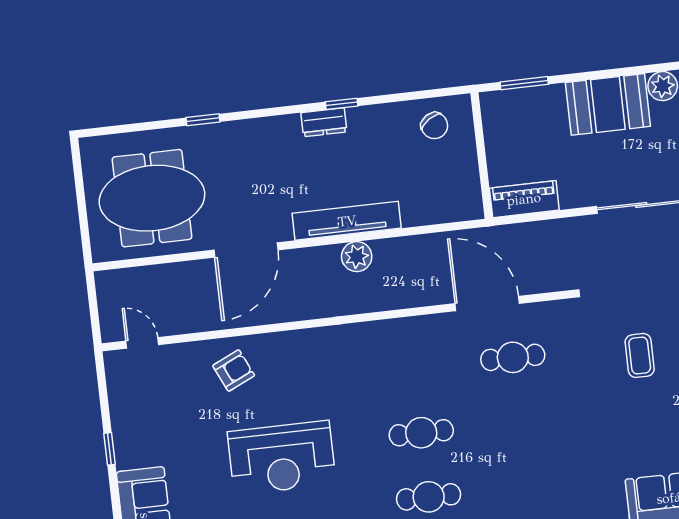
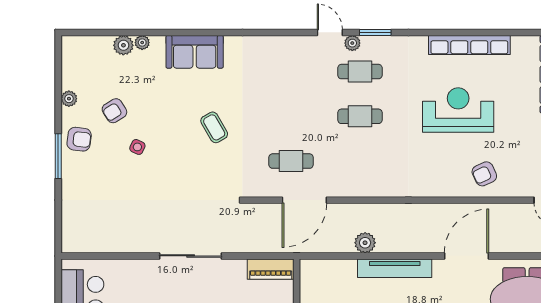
plant: (357, 257) -> (365, 243), moved
door: (487, 304) -> (304, 200), hinge flipped
coffee table: (640, 355) -> (214, 127), moved, turned -30

